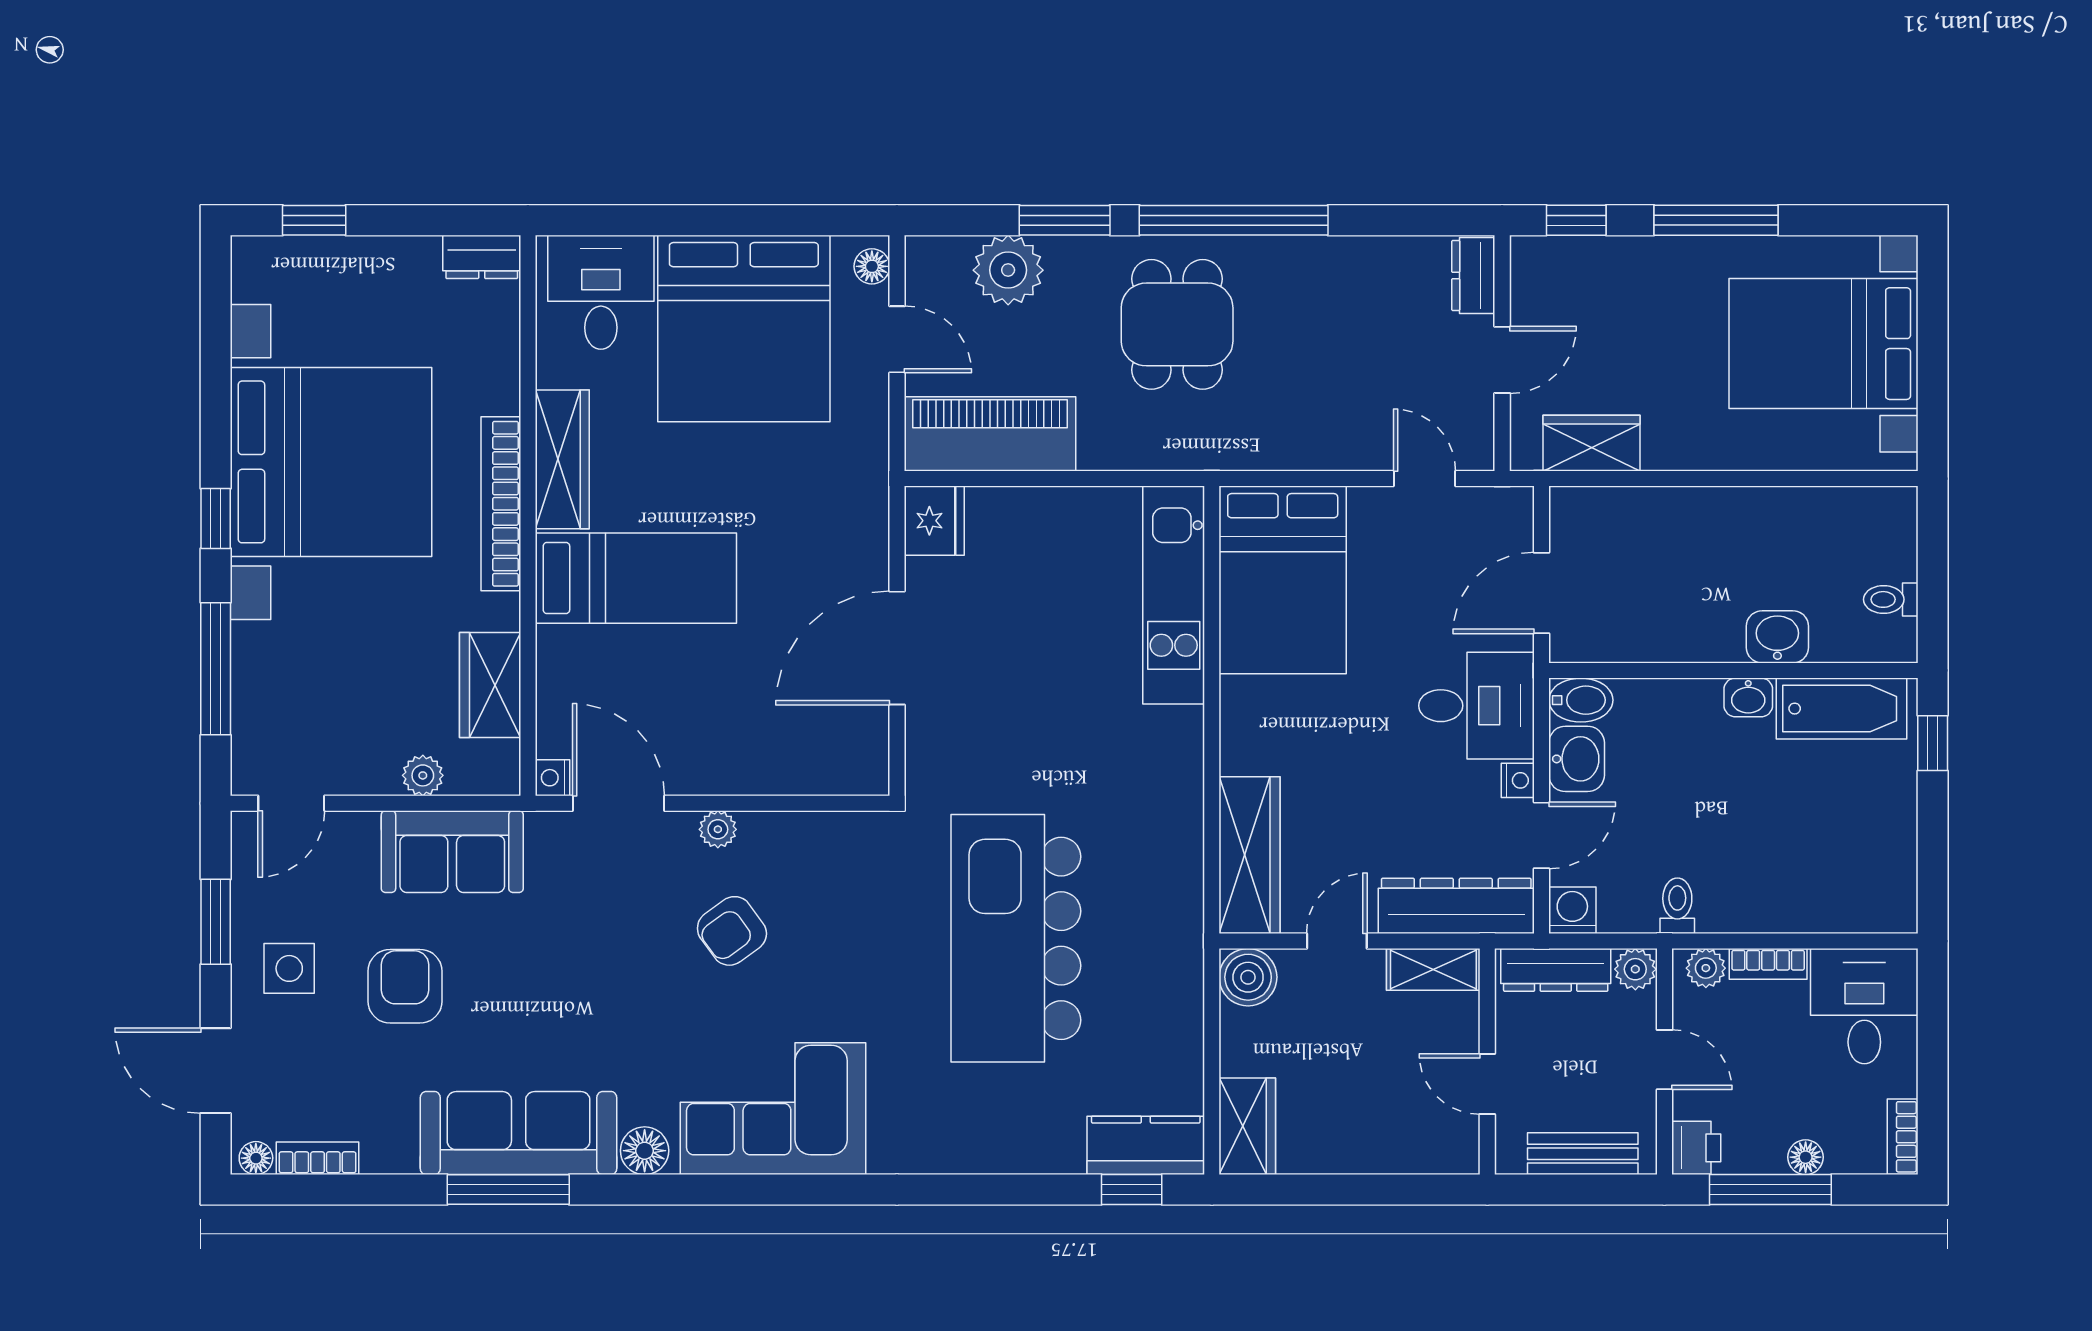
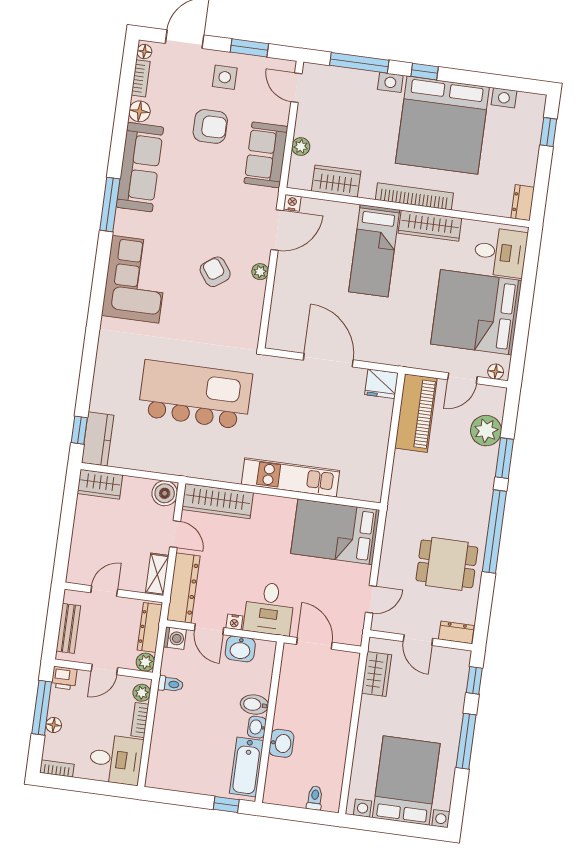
dining table: (1177, 324) -> (447, 564), moved
kitchen unit: (1174, 595) -> (290, 477), moved
toilet: (1891, 599) -> (315, 798), moved
bidet: (1581, 700) -> (254, 705), moved, turned 90
floor lamp: (645, 1151) -> (140, 111), moved
window: (508, 1190) -> (110, 204), moved

